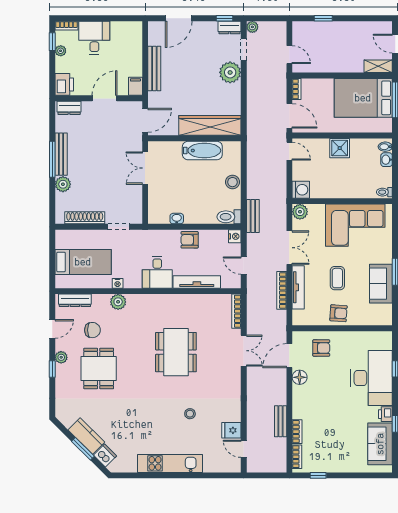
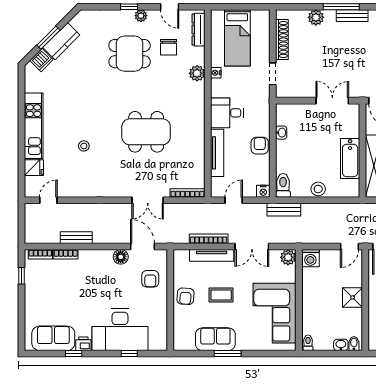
bench: (61, 154) -> (352, 16), width x0.73
fridge: (231, 430) -> (34, 168), moved, turned 90

